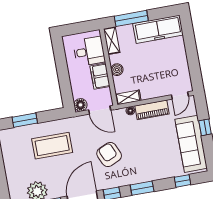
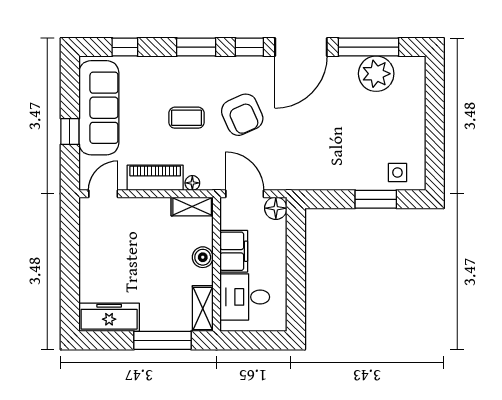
freezer: (158, 29) -> (109, 317), width x0.73, depth x0.79
side table: (15, 138) -> (397, 173), added
coffee table: (52, 146) -> (186, 118), moved, width x0.54, depth x0.58

